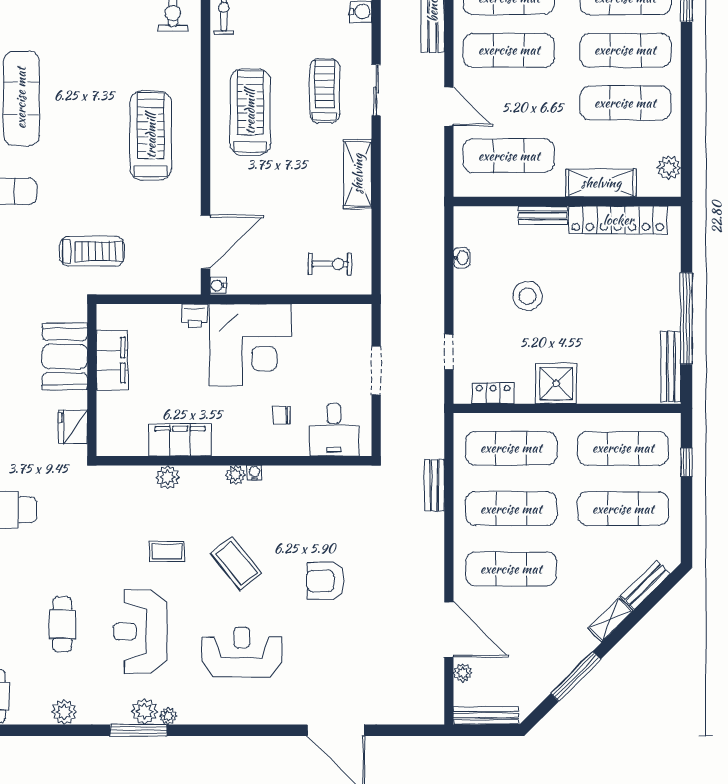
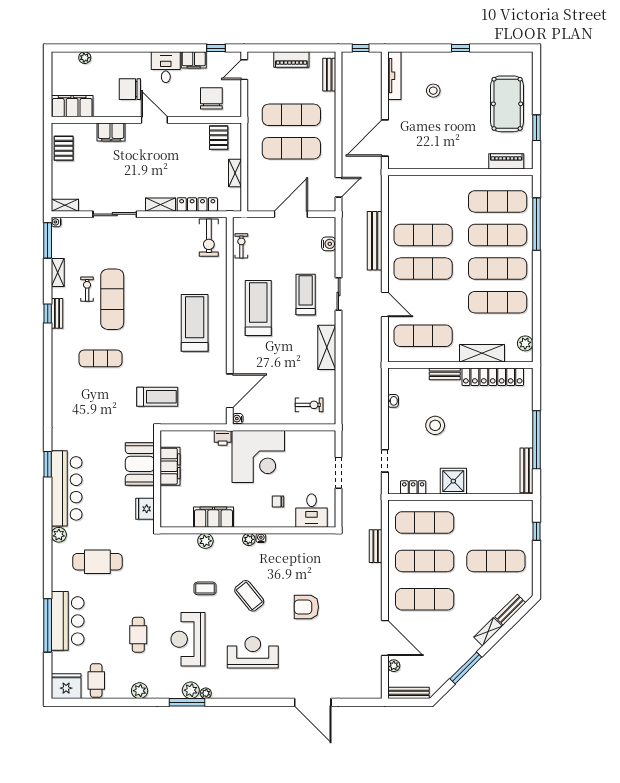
exercise mat: (623, 448) -> (496, 523), removed

